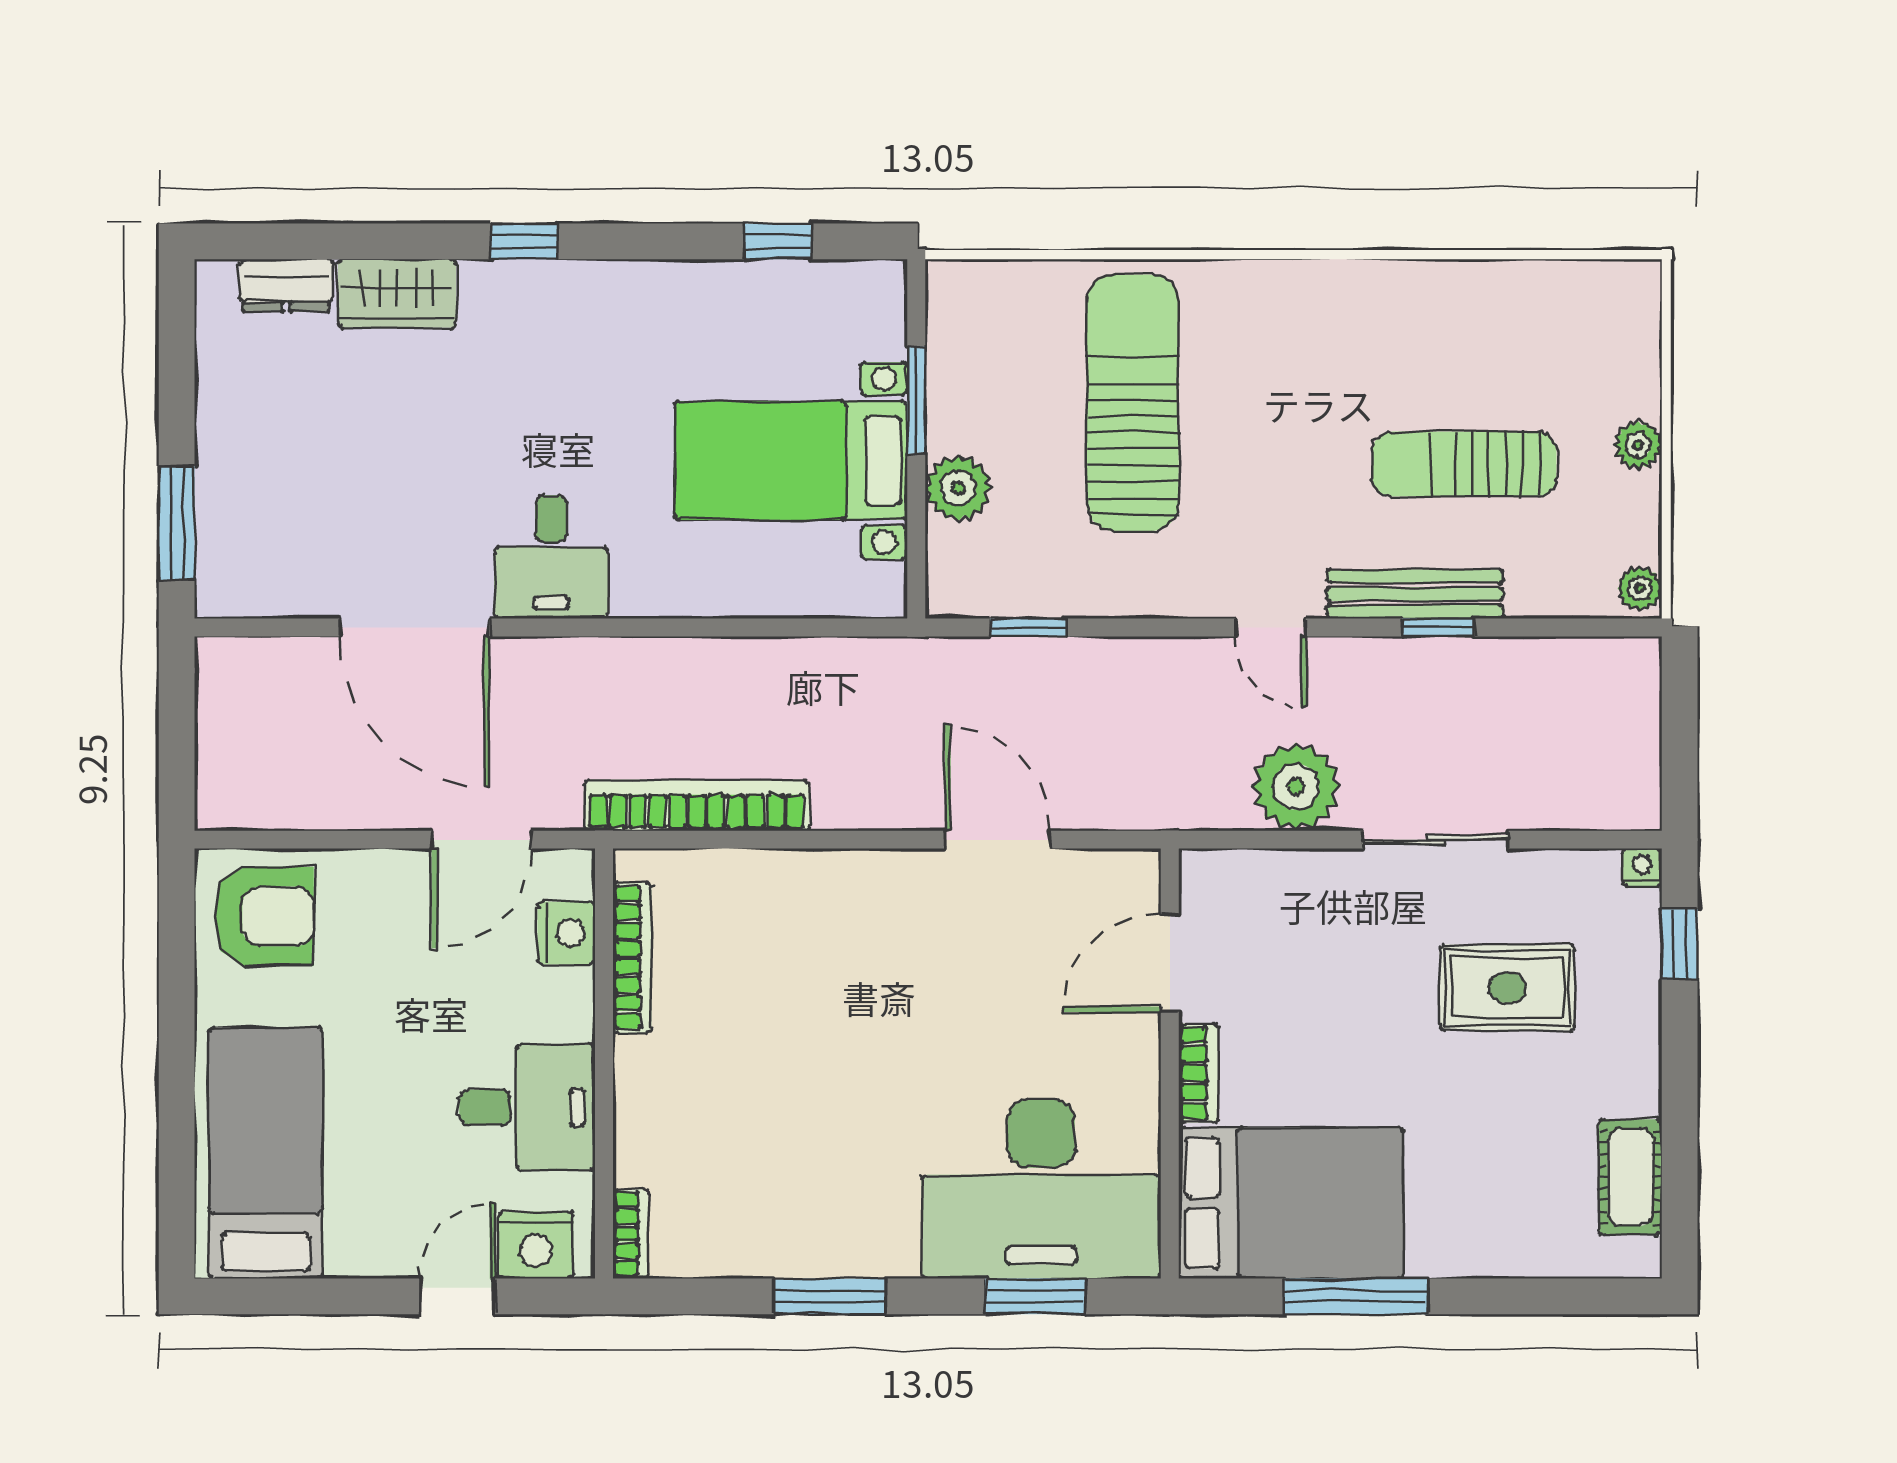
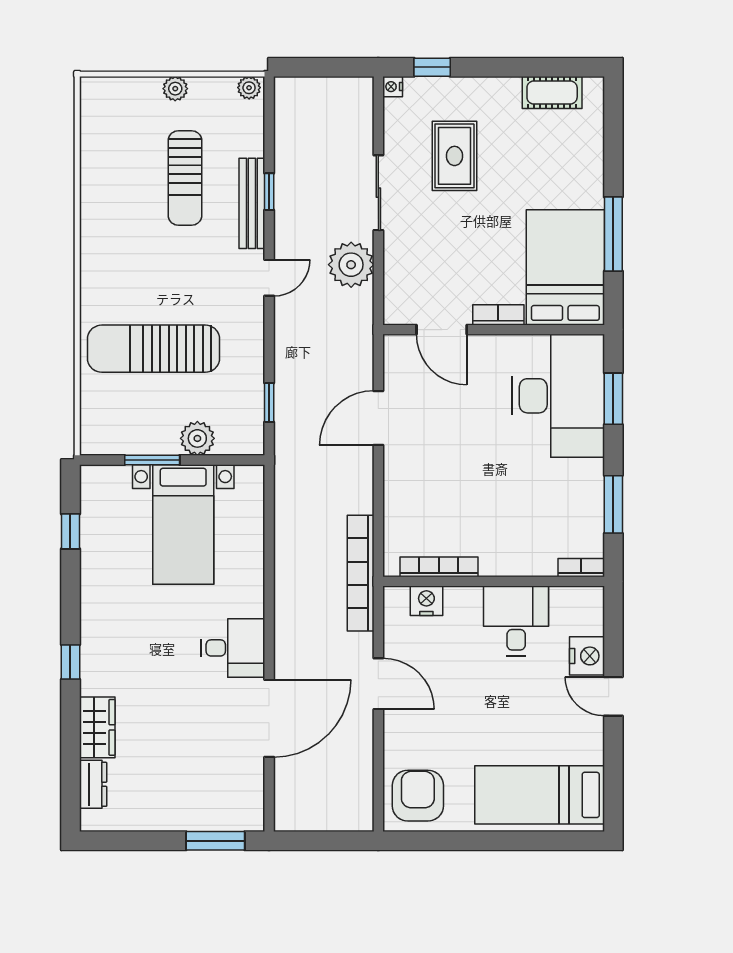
nightstand: (566, 933) -> (426, 601), moved
bookcase: (632, 957) -> (439, 567), moved
wall: (604, 1064) -> (494, 581), moved
desk: (527, 1107) -> (516, 621), moved
bookcase: (631, 1234) -> (581, 568), moved

